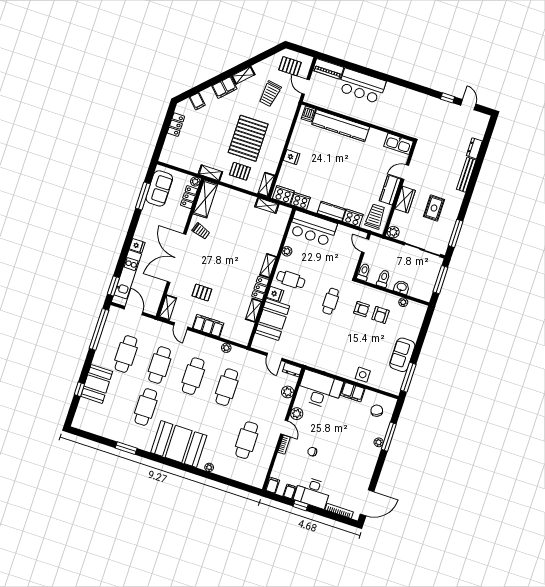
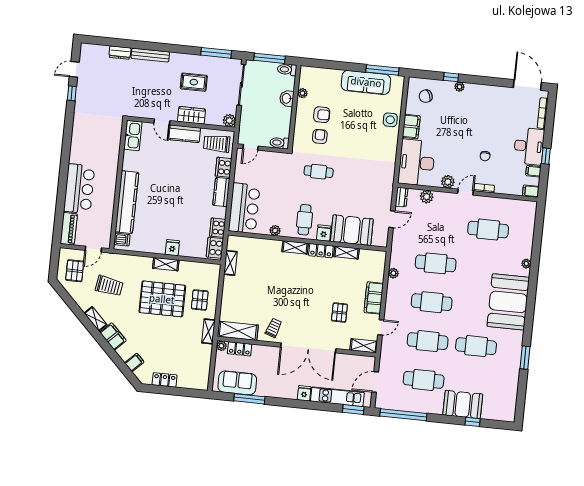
shelving: (266, 184) -> (166, 264), moved
toilet: (383, 279) -> (287, 70), moved
sofa: (402, 355) -> (366, 82), width x1.36
window: (389, 437) -> (451, 77), width x0.46

